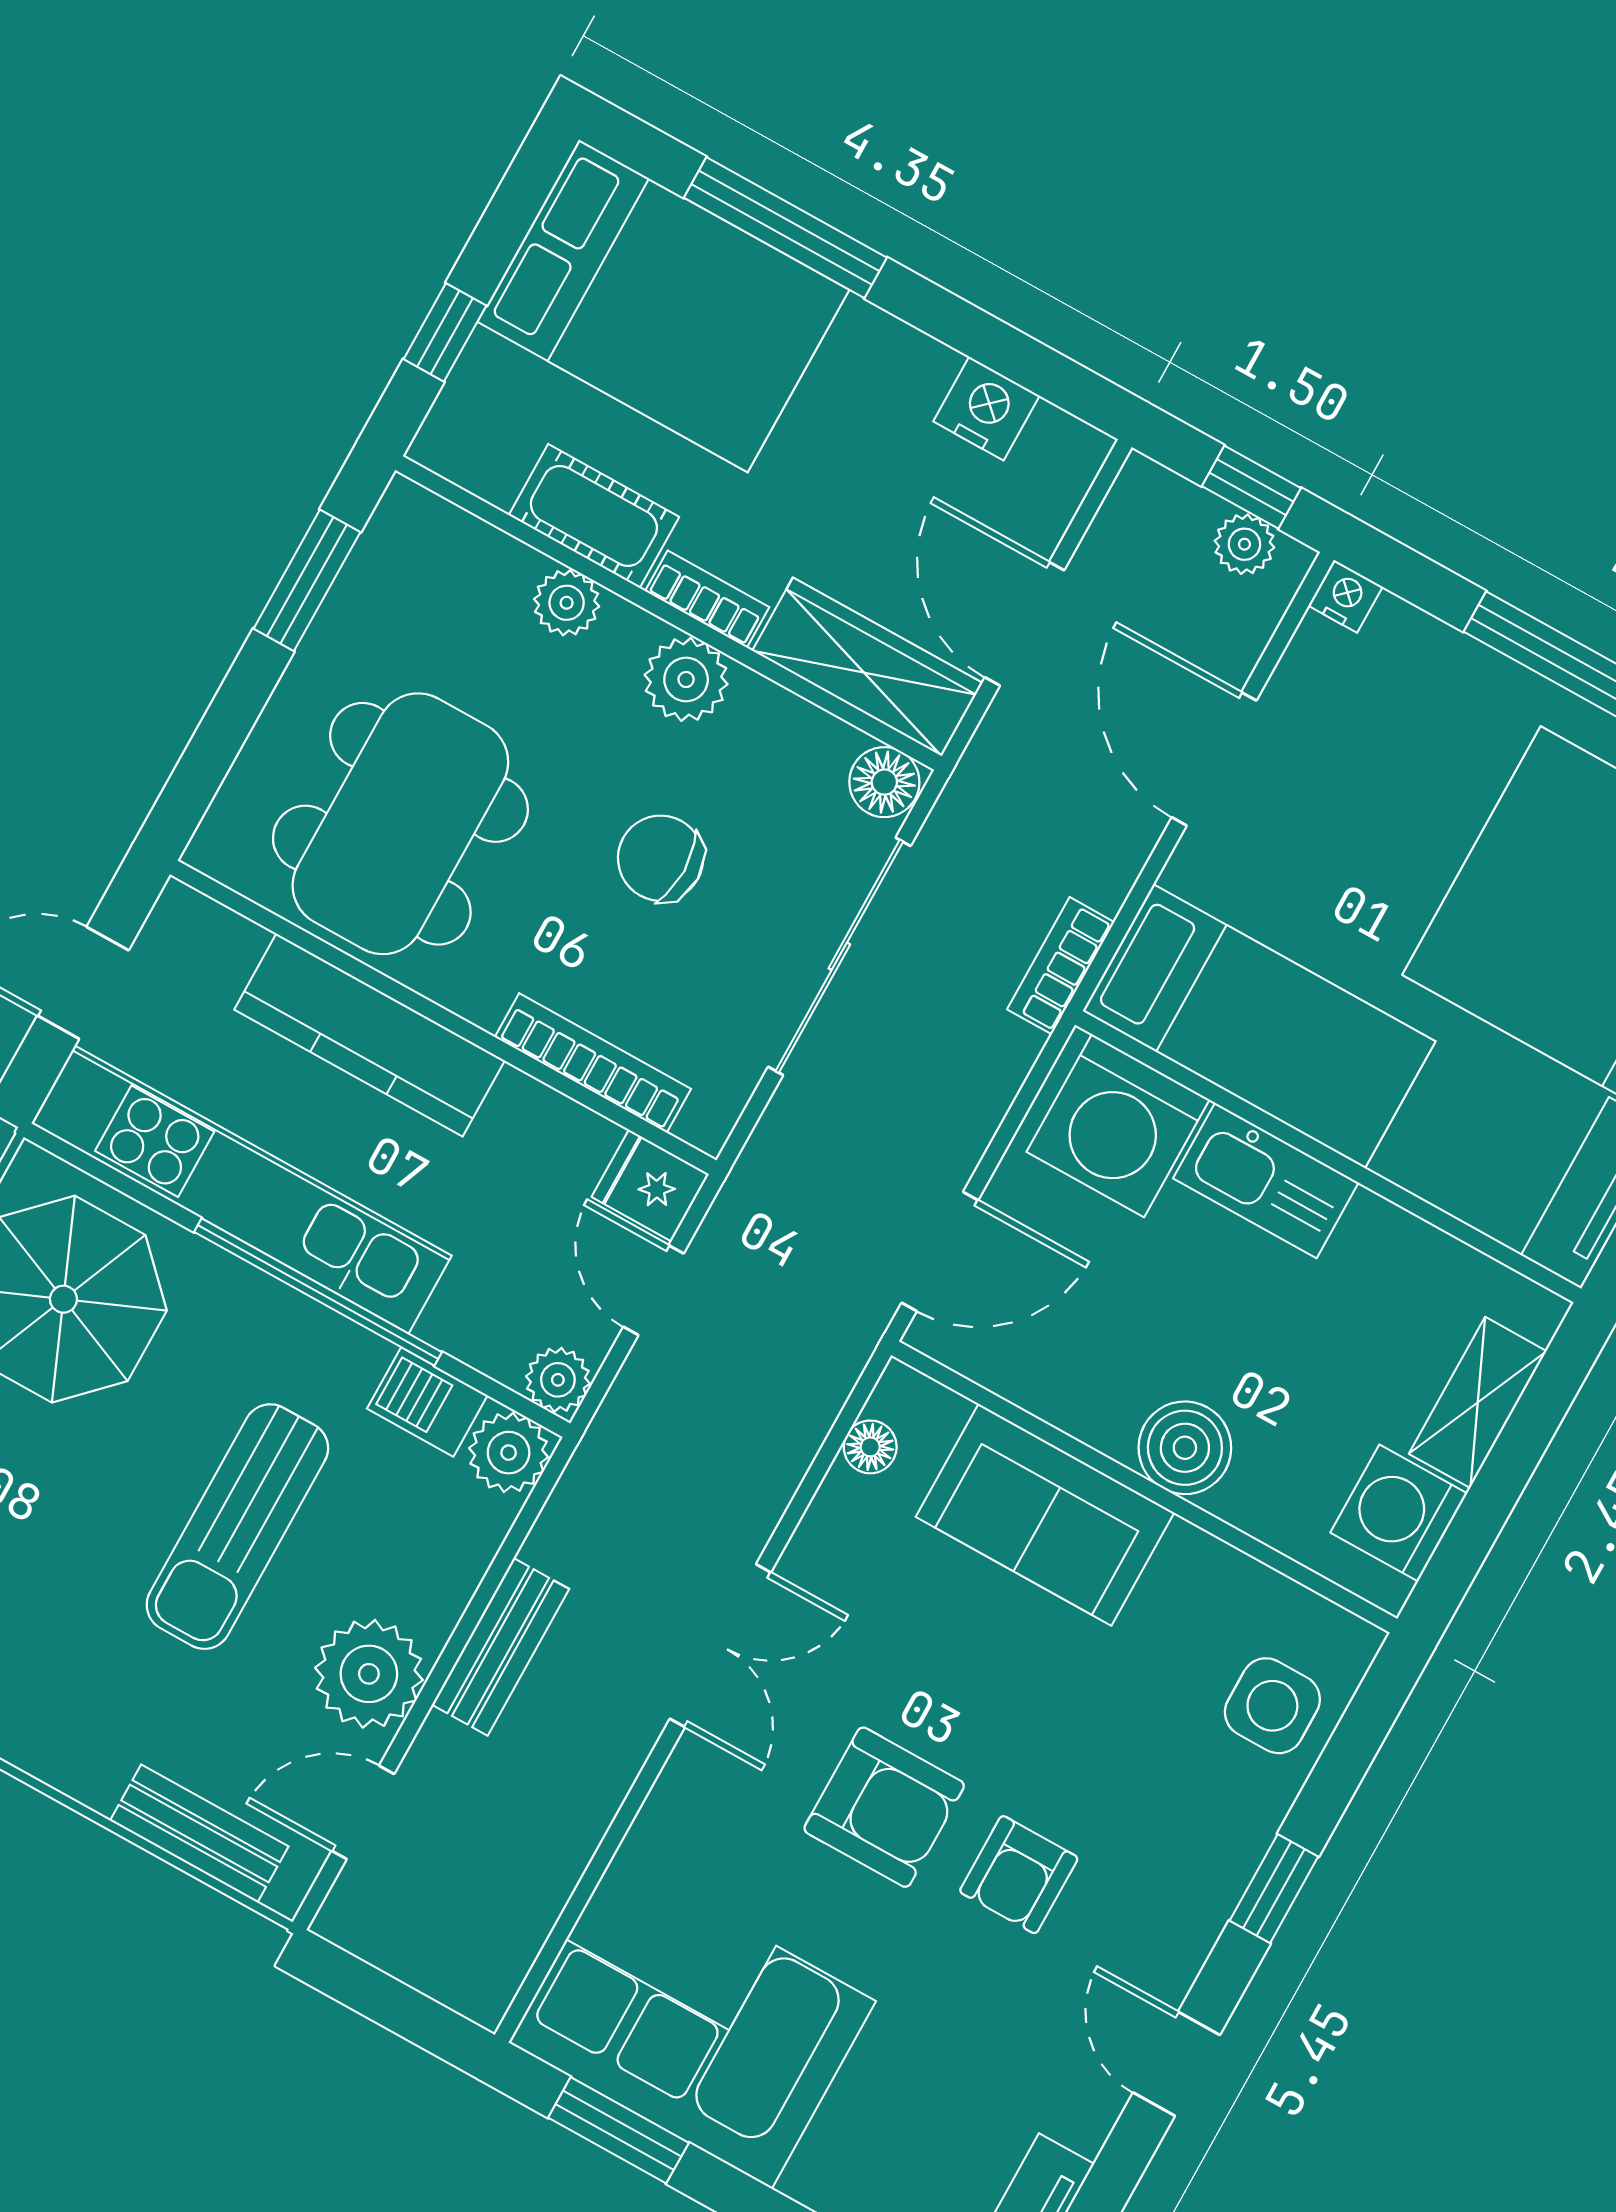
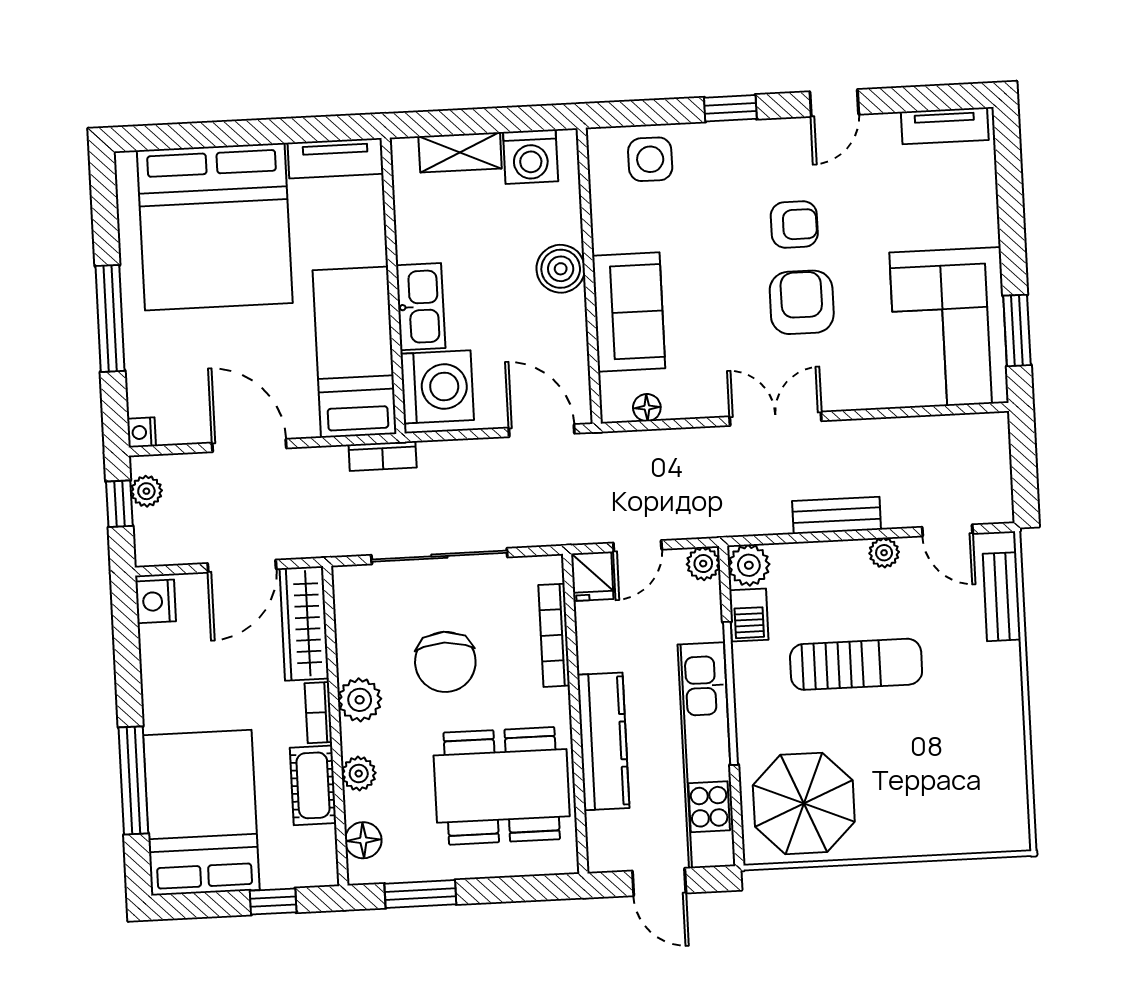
nightstand: (986, 409) -> (156, 601), moved
door: (1214, 759) -> (249, 445), swing flipped
floor lamp: (884, 782) -> (363, 840), moved
chair: (661, 858) -> (445, 662), width x1.37, depth x1.37
plant: (369, 1674) -> (884, 553), width x0.53, depth x0.53

